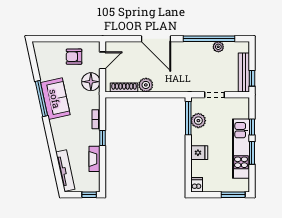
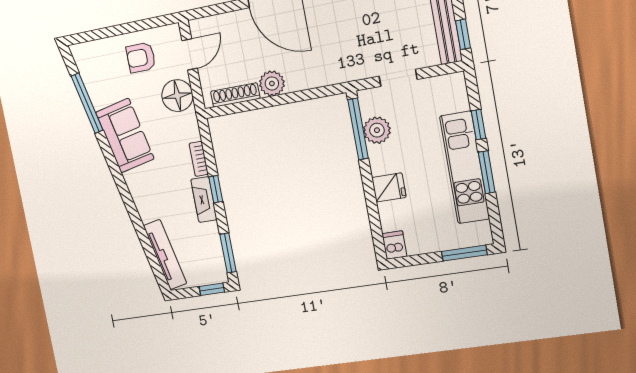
window: (41, 98) -> (87, 103), moved
fireplace: (95, 159) -> (204, 199), moved
window: (103, 175) -> (228, 253), added

